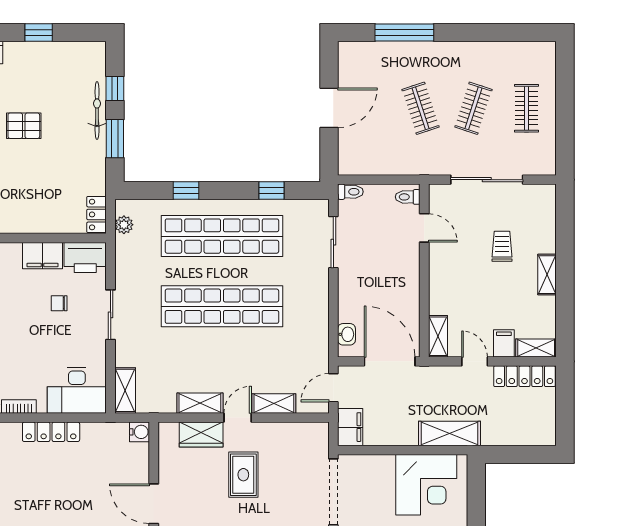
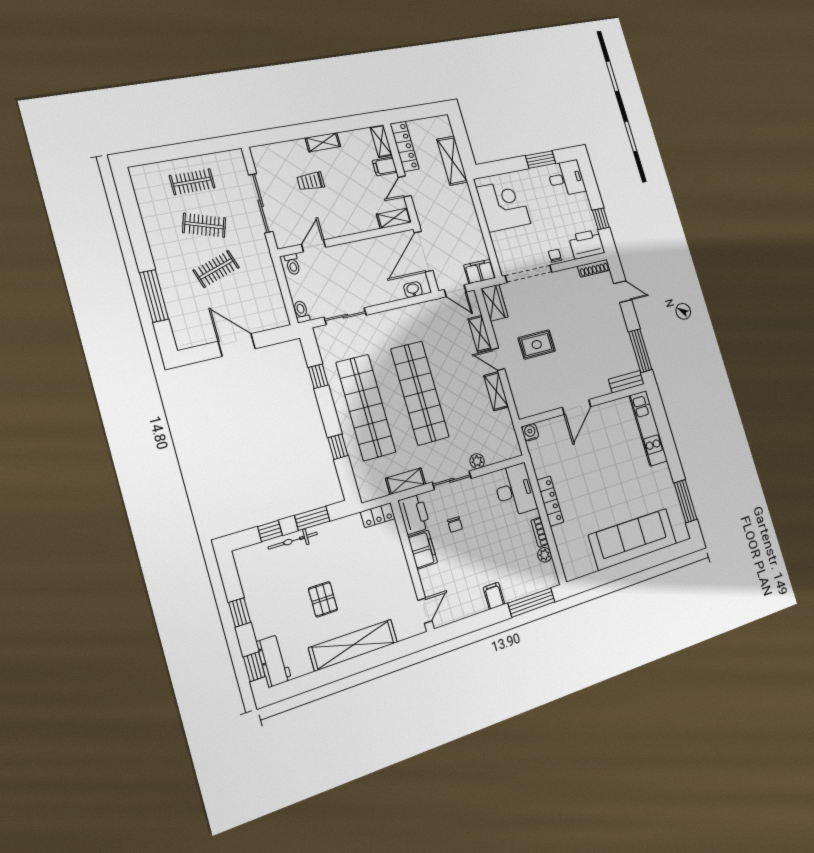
plant: (124, 225) -> (477, 461), moved
shelving: (125, 390) -> (406, 481), moved
shelving: (449, 433) -> (452, 161), moved
wardrobe: (201, 435) -> (494, 303), moved

